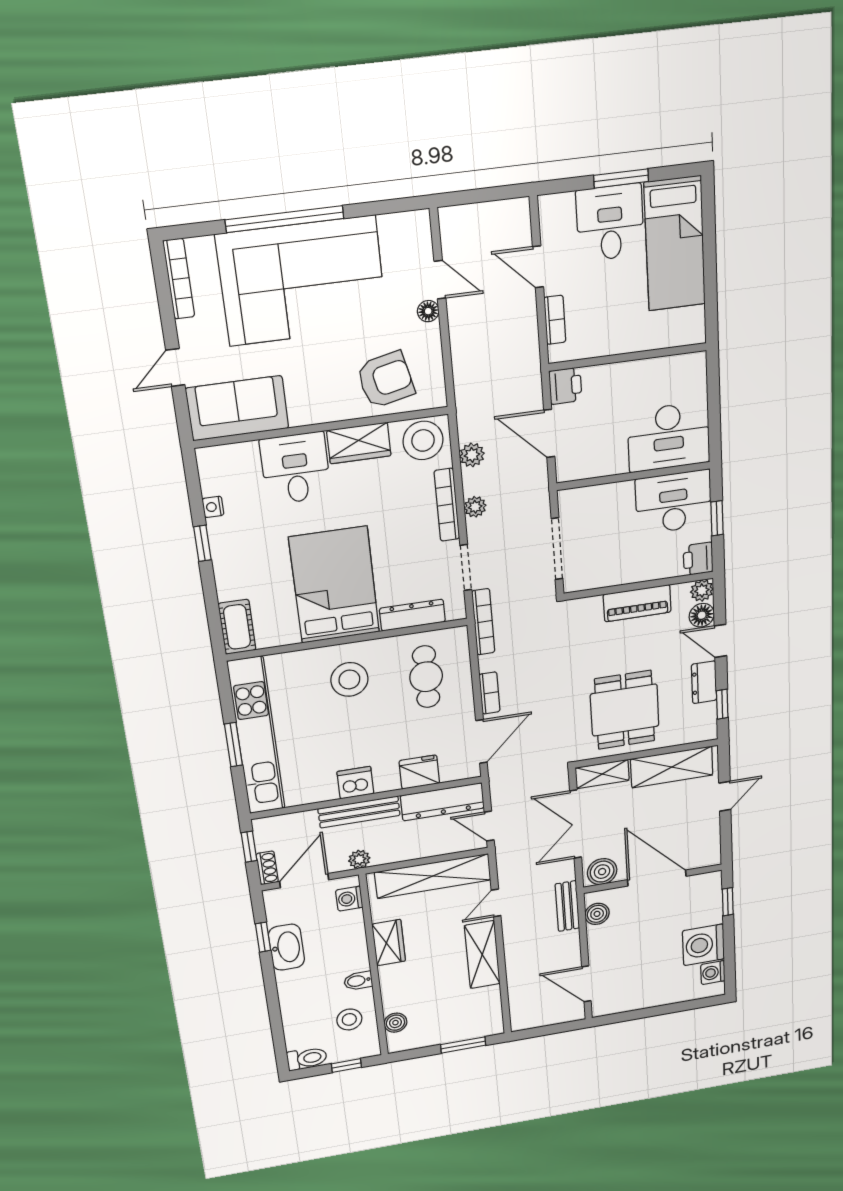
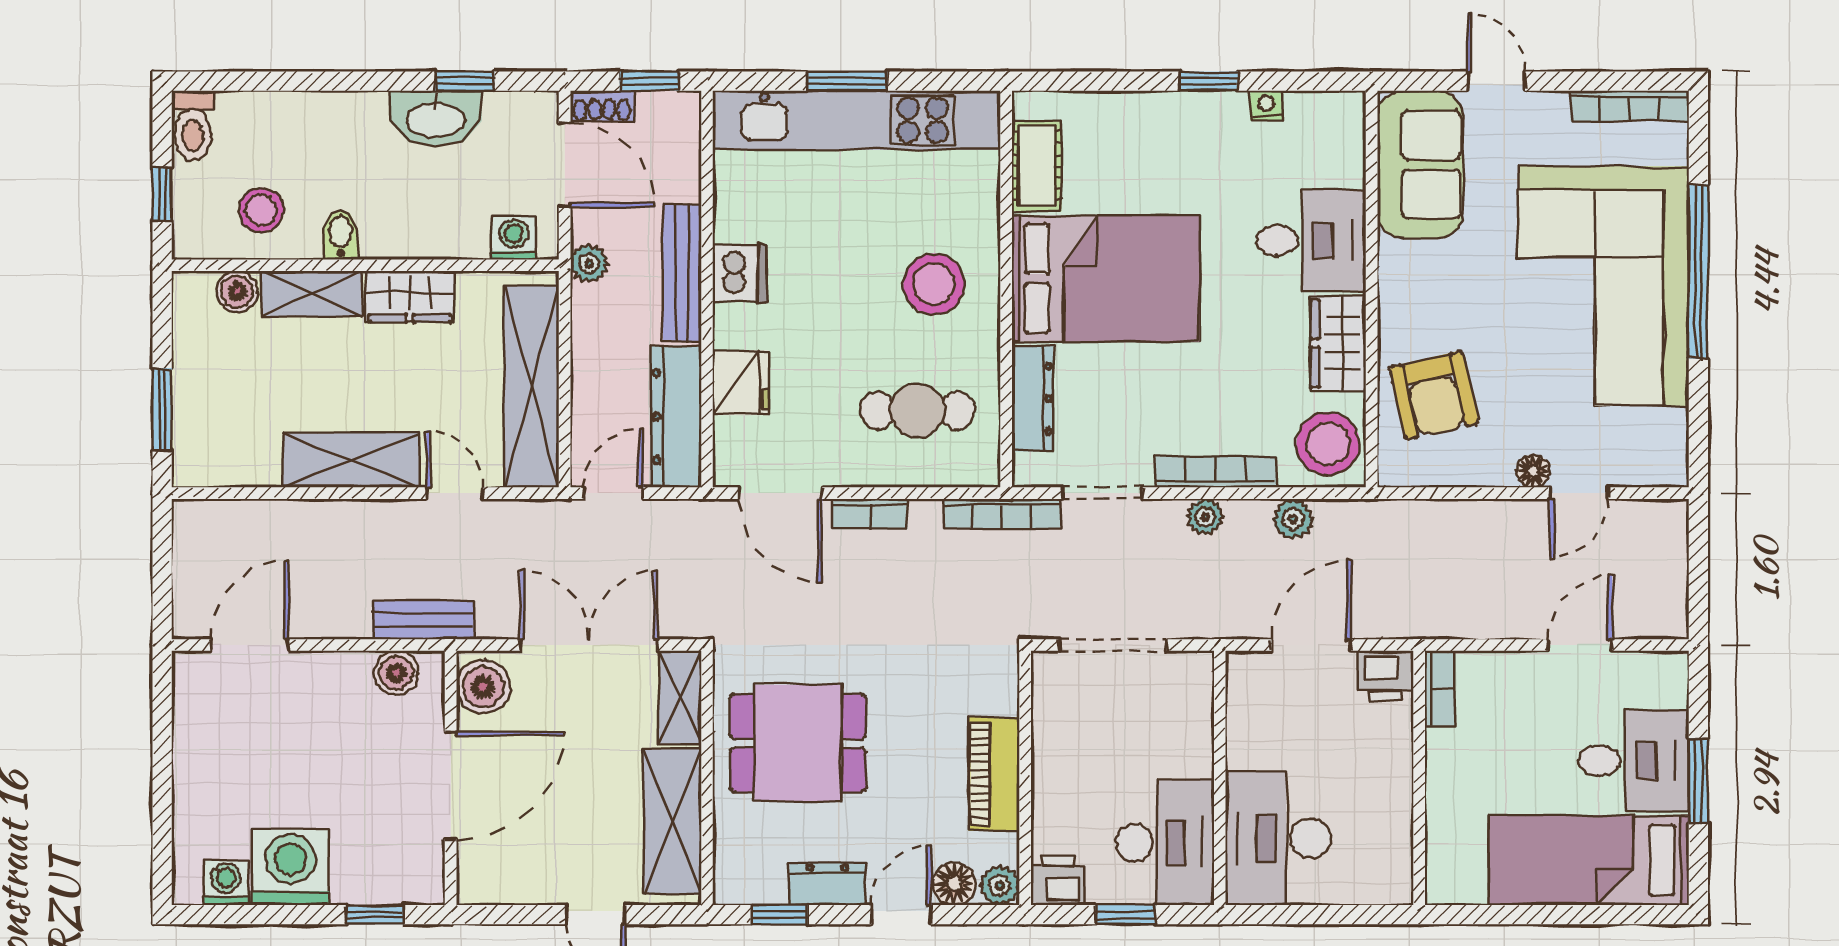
bookcase: (555, 320) -> (1440, 688), moved, turned -90
cot: (237, 627) -> (1037, 166), moved, turned 90
shelving: (392, 989) -> (312, 294), added

